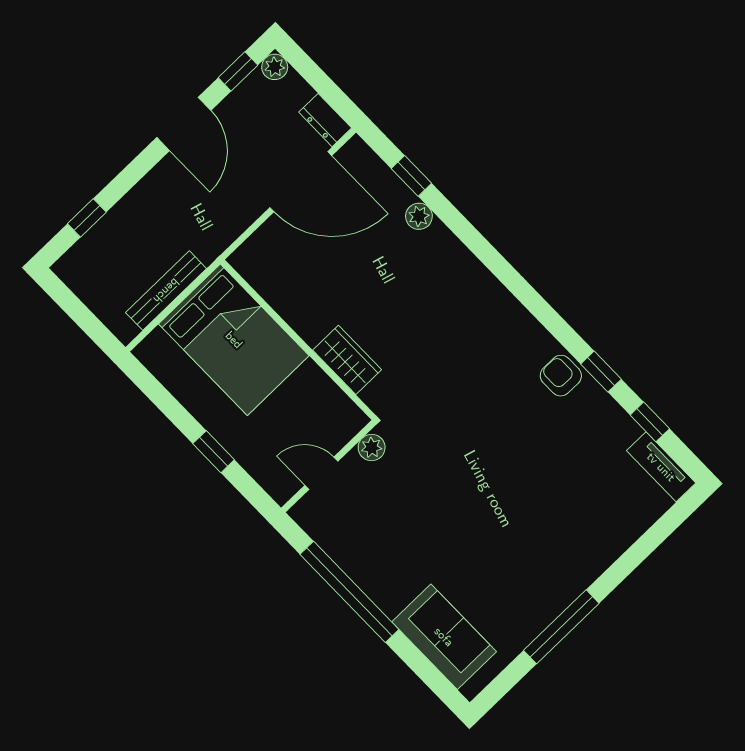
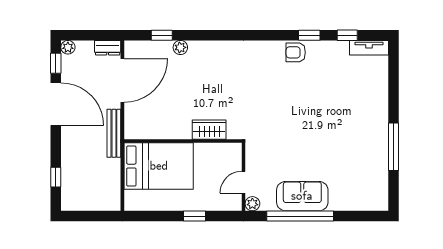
door: (184, 124) -> (56, 104), width x1.36
bench: (166, 291) -> (114, 133), moved
plant: (372, 447) -> (252, 204), moved
sofa: (444, 637) -> (302, 196), moved

